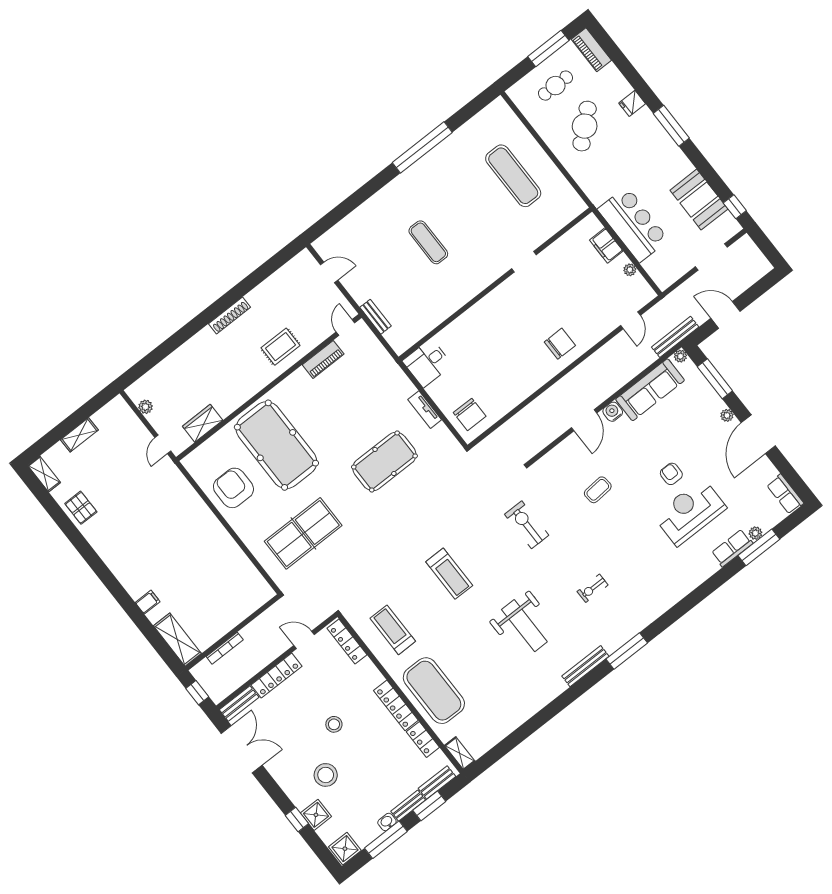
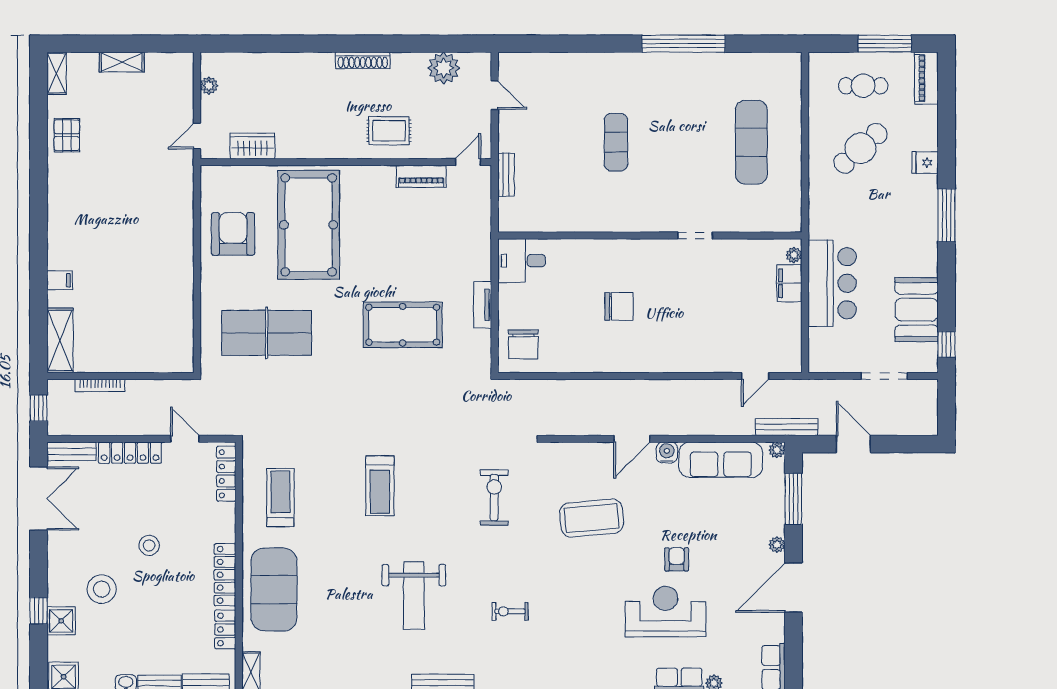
plant: (630, 270) -> (794, 255), moved
plant: (284, 281) -> (444, 68), added
chair: (560, 344) -> (619, 306), moved
coffee table: (598, 490) -> (592, 518), width x1.86, depth x1.72

